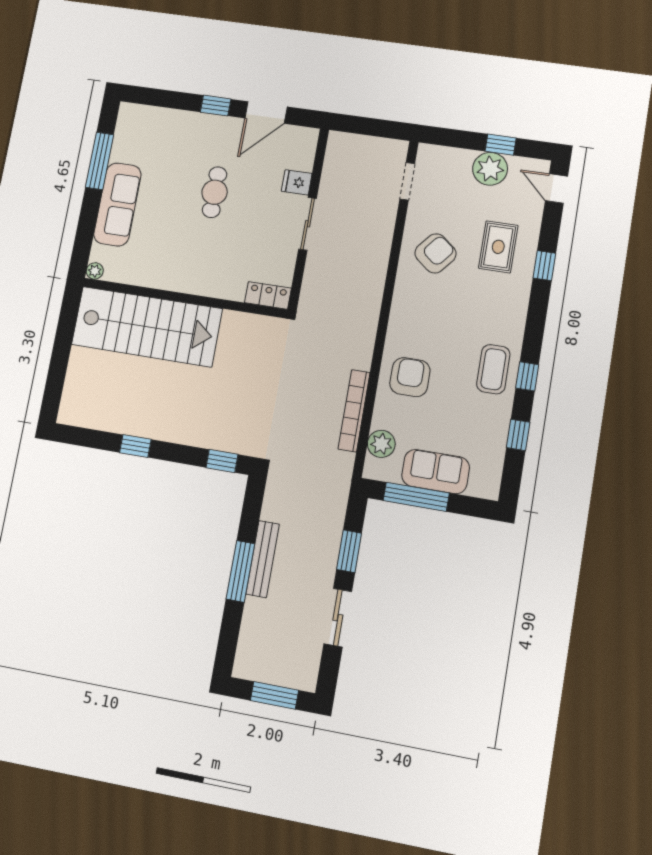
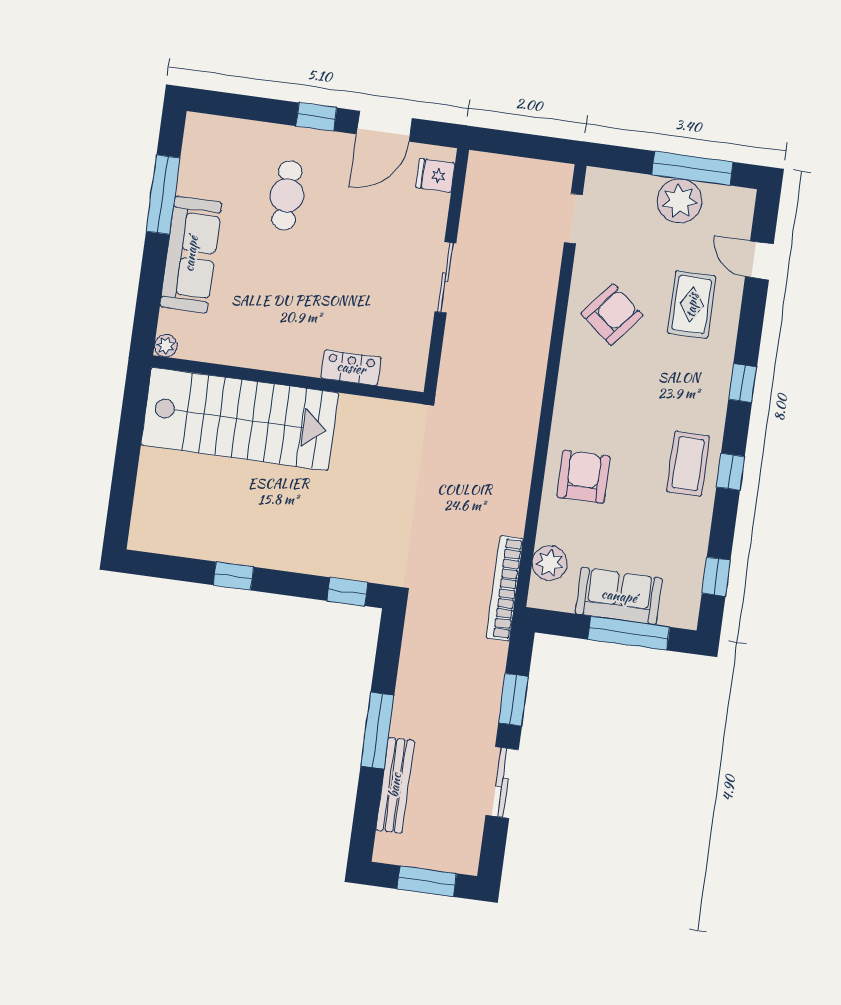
window: (501, 145) -> (692, 168), width x2.17
fridge: (297, 182) -> (435, 175), moved
door: (556, 188) -> (759, 260), moved
cafe table: (215, 192) -> (287, 195), moved
window: (544, 266) -> (743, 383), moved
locker: (268, 295) -> (351, 368), moved
bookcase: (354, 411) -> (505, 588), moved
window: (518, 435) -> (716, 577), moved
window: (416, 497) -> (629, 633), moved
bench: (263, 559) -> (395, 785), moved

